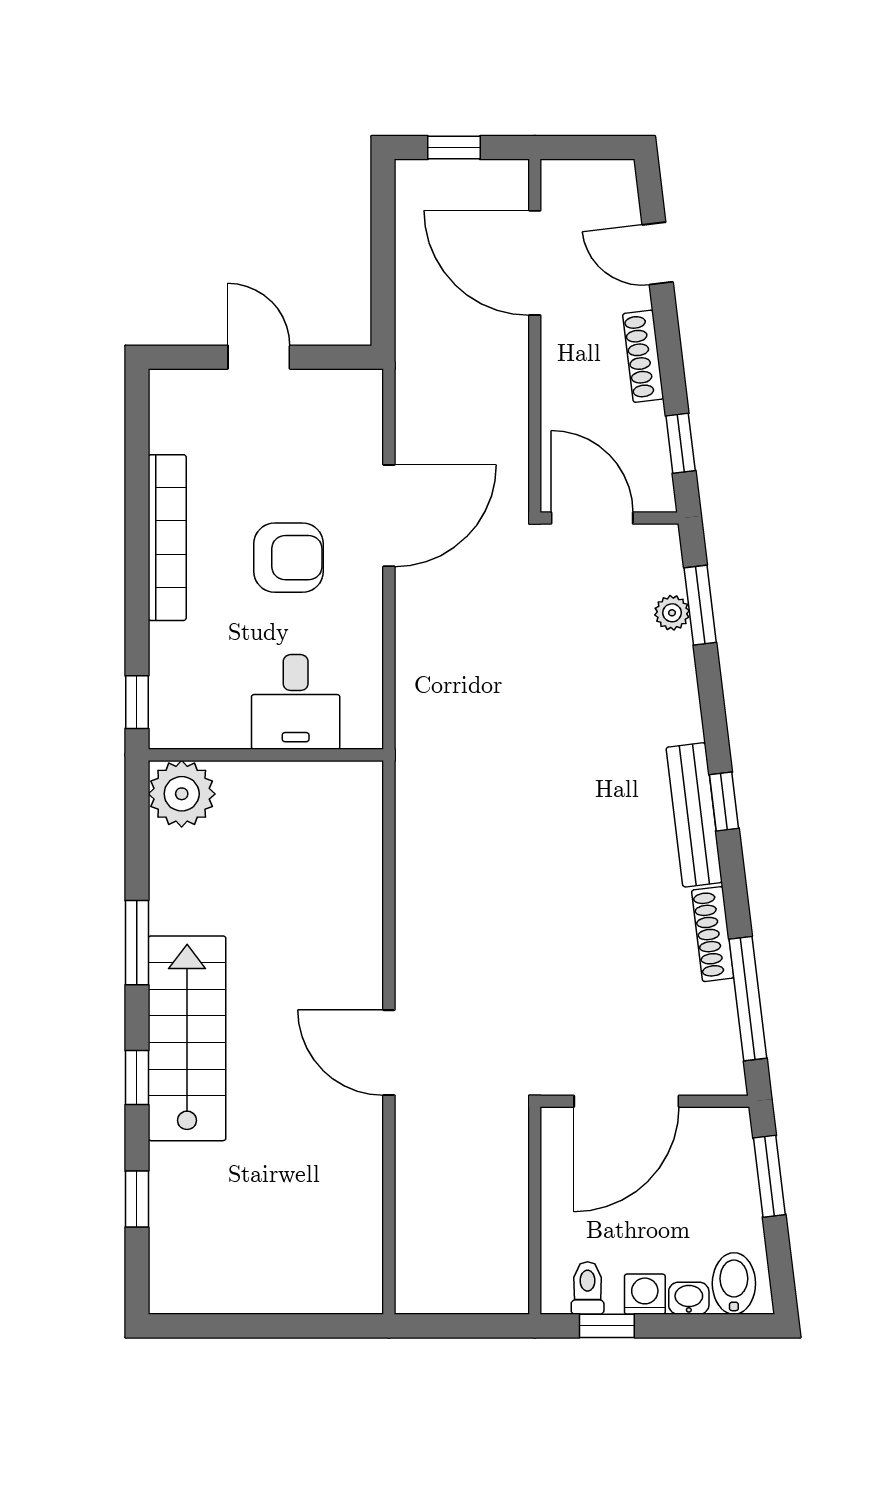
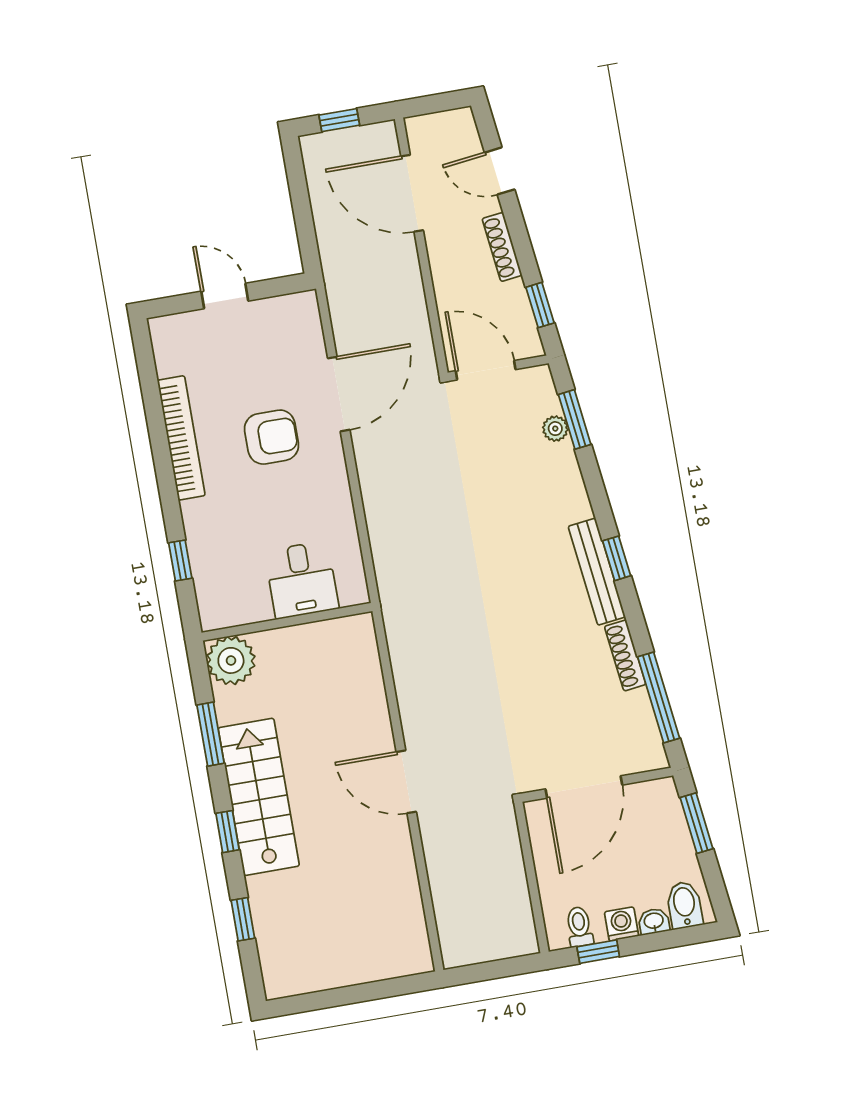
desk: (296, 702) -> (302, 580), moved
wall: (266, 755) -> (287, 622), moved
plant: (182, 794) -> (231, 660), moved

